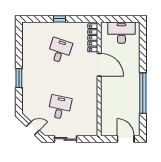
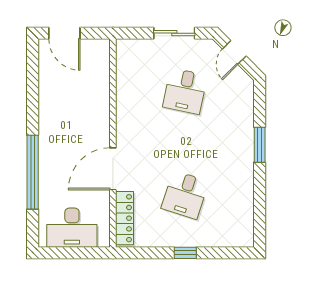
door: (99, 65) -> (113, 169), hinge flipped
window: (143, 93) -> (33, 172), moved
door: (33, 128) -> (234, 52), hinge flipped

